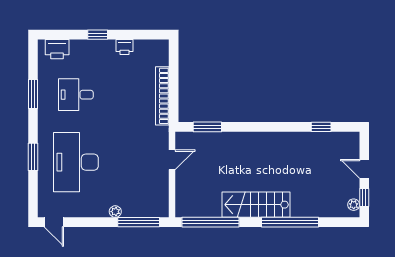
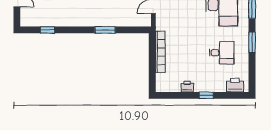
window: (33, 94) -> (252, 42), moved
window: (207, 127) -> (105, 30), moved

